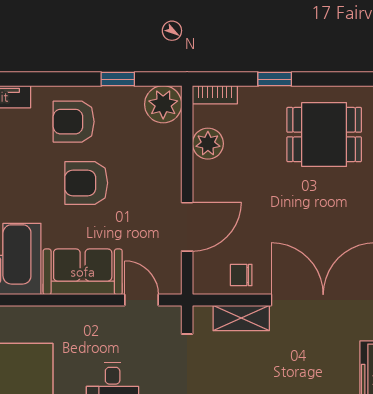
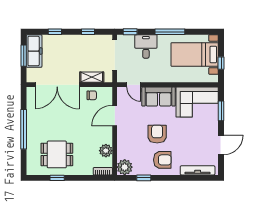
window: (275, 79) -> (57, 178), moved
armchair: (86, 183) -> (157, 134), turned -90

